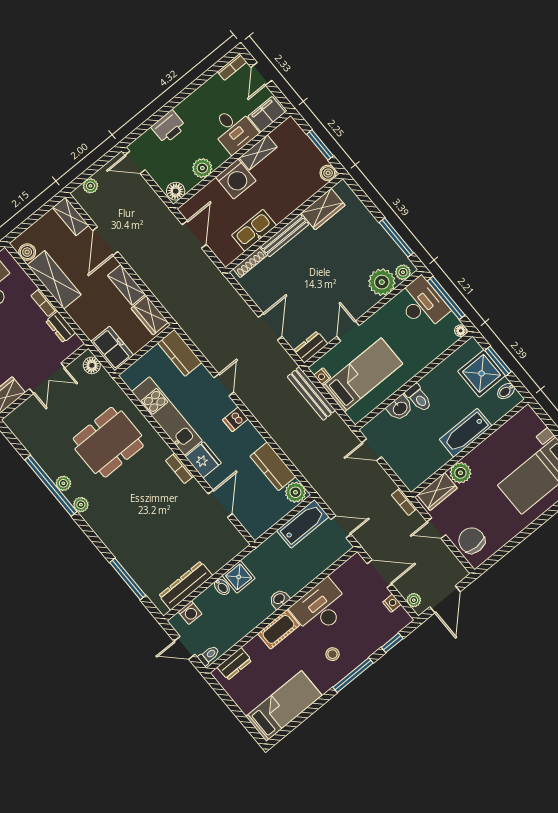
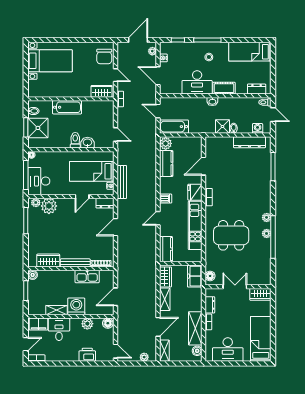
plant: (460, 473) -> (84, 91), removed

